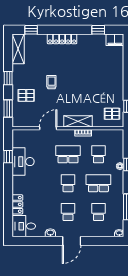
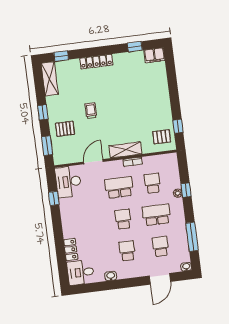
desk: (23, 162) -> (68, 182), moved
door: (72, 241) -> (160, 279), moved

